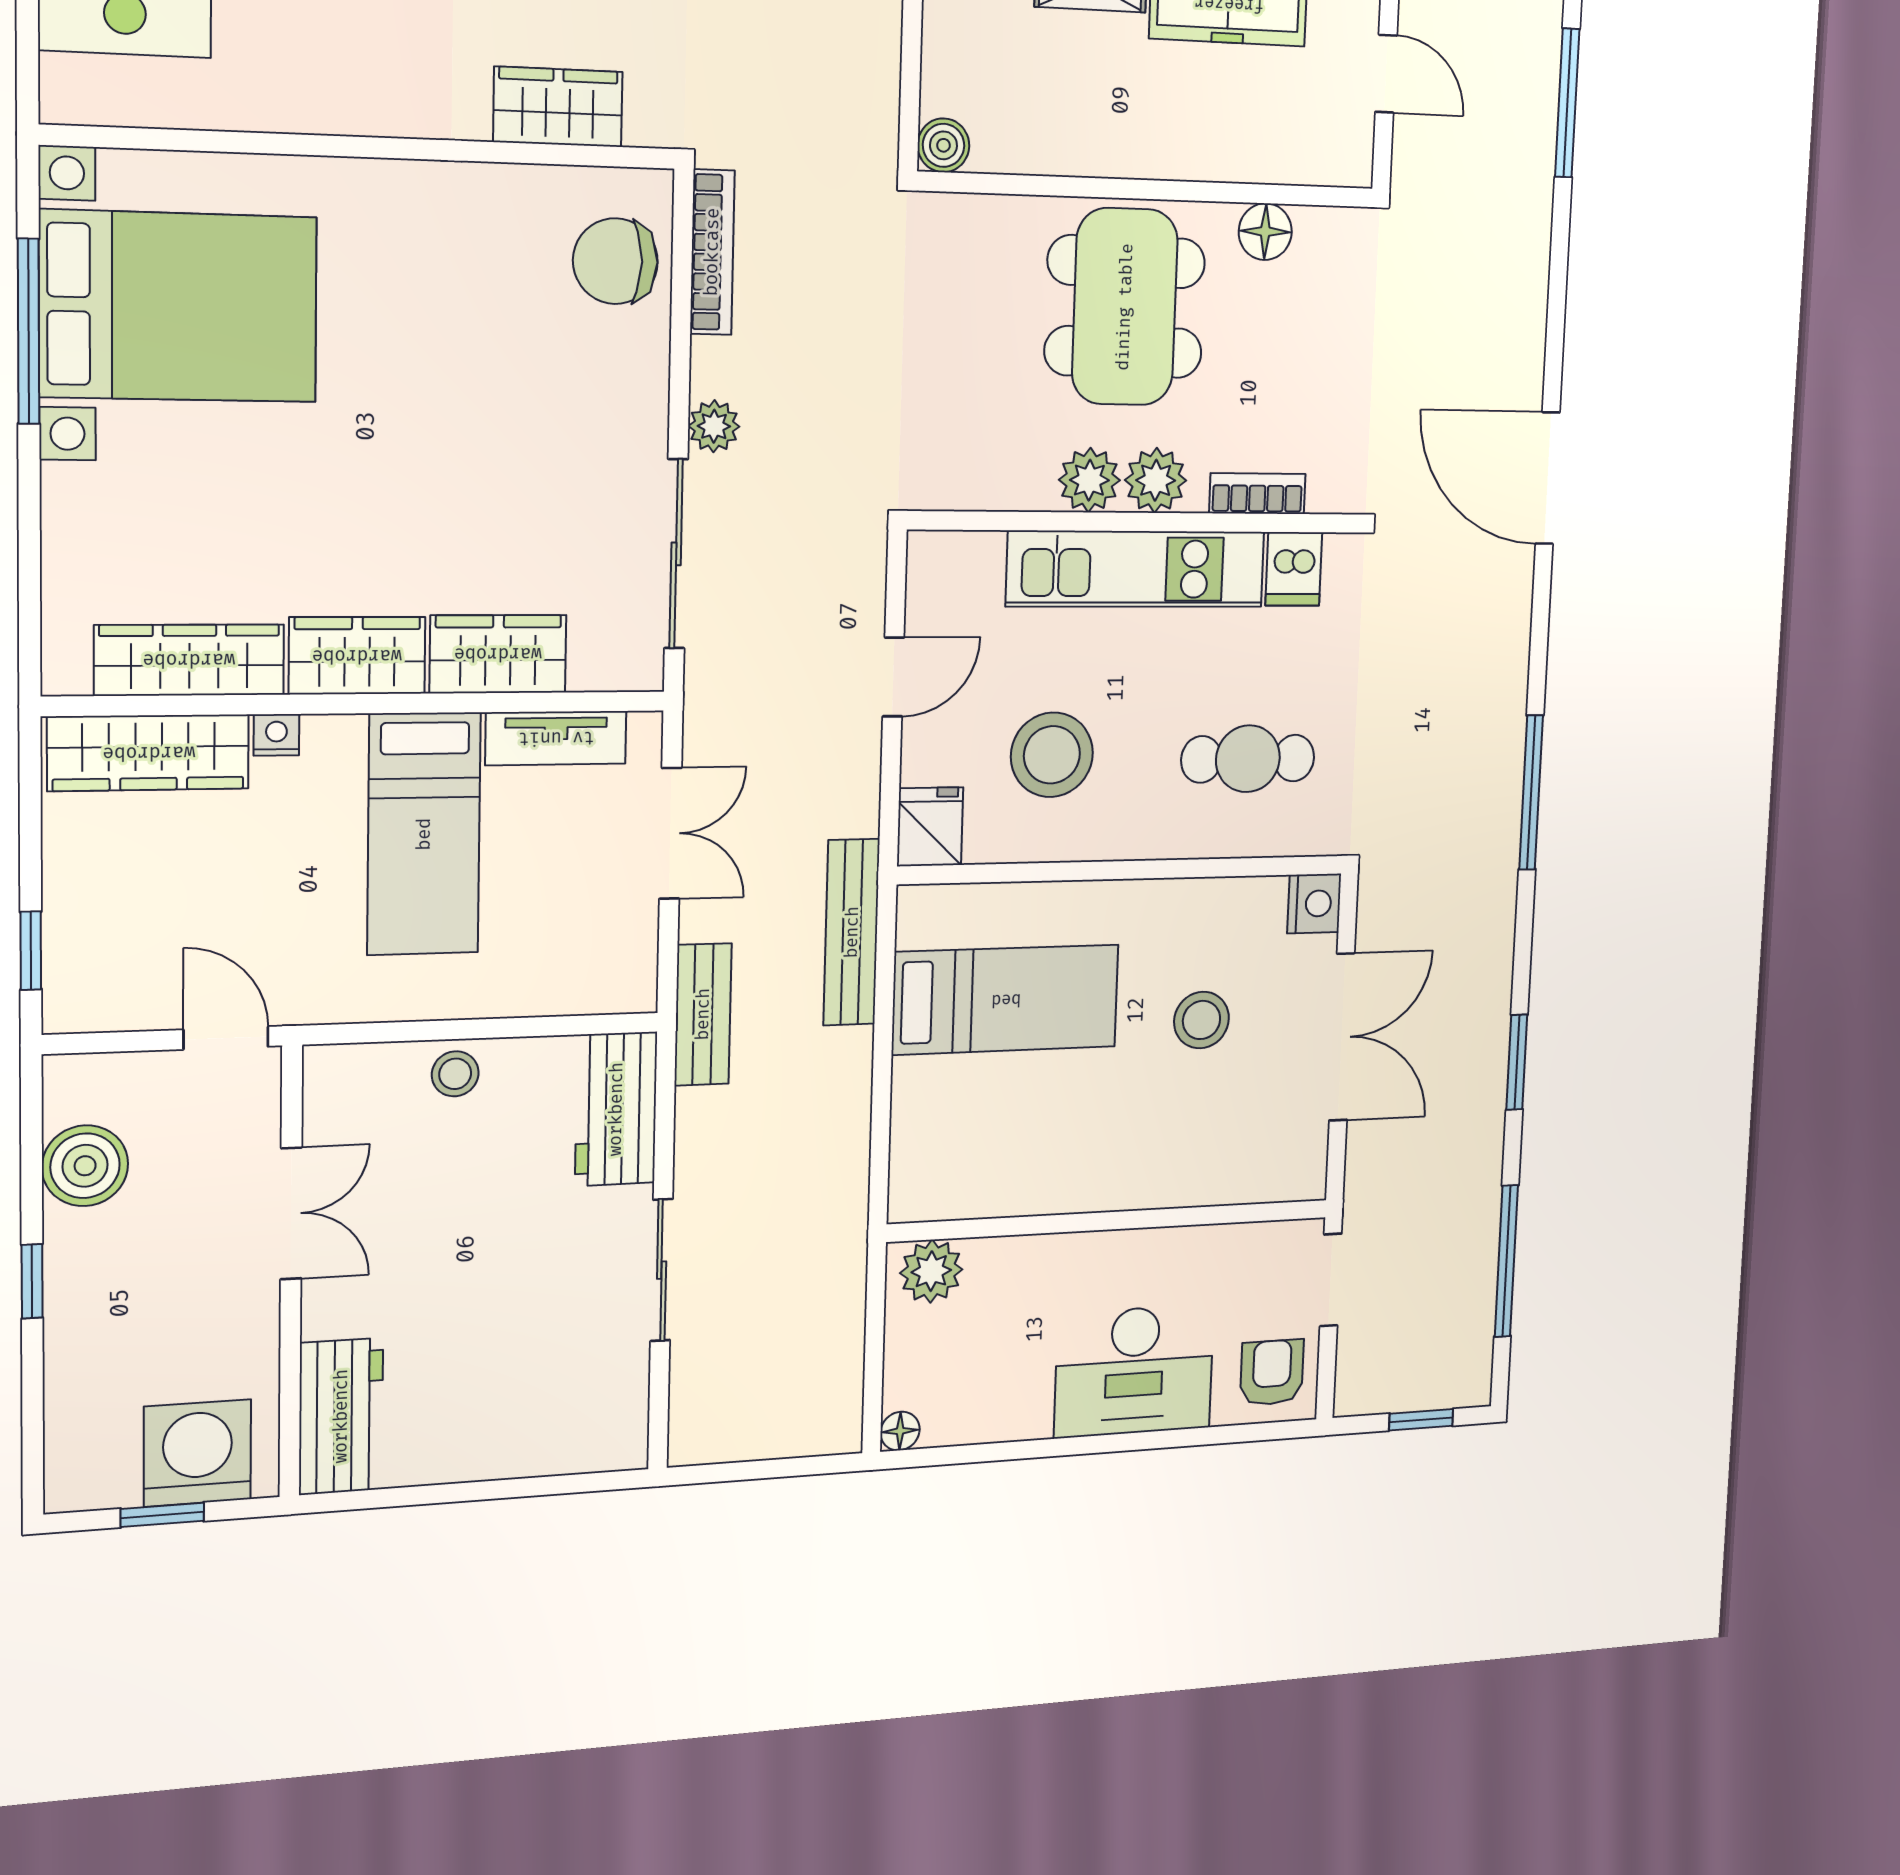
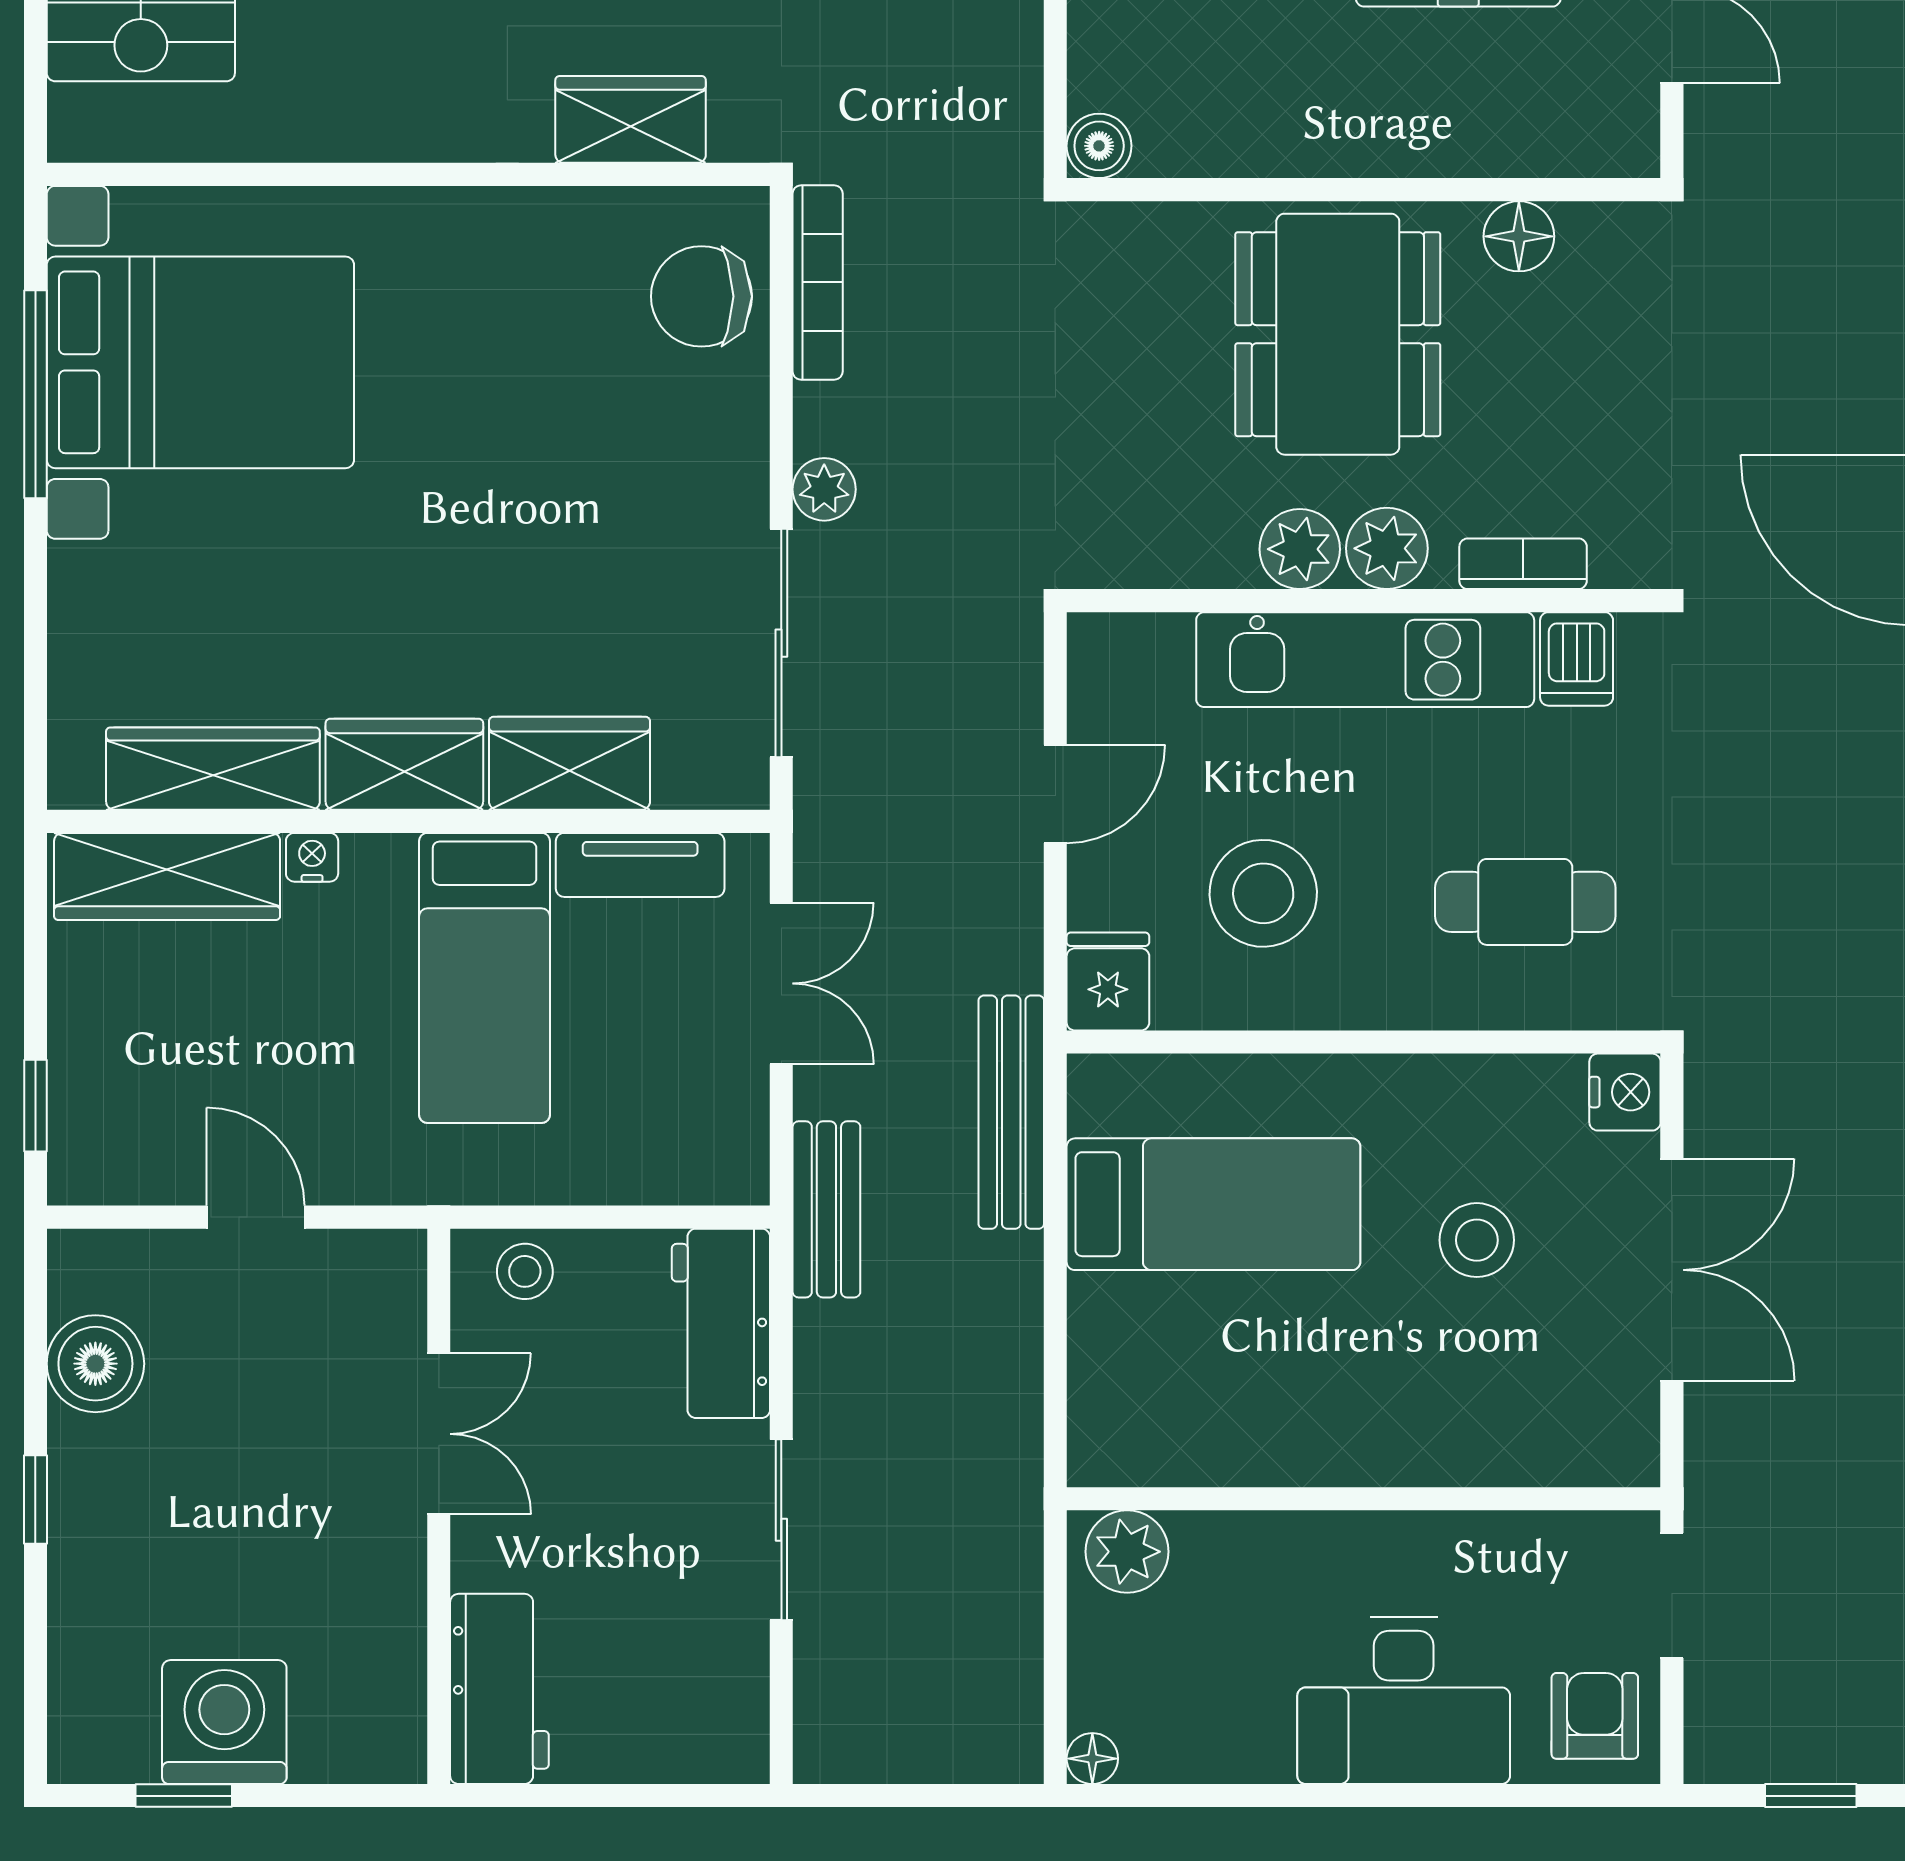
double door: (291, 1213) -> (439, 1434), moved
wall: (291, 1273) -> (439, 1506), moved
workbench: (341, 1416) -> (499, 1689), moved

